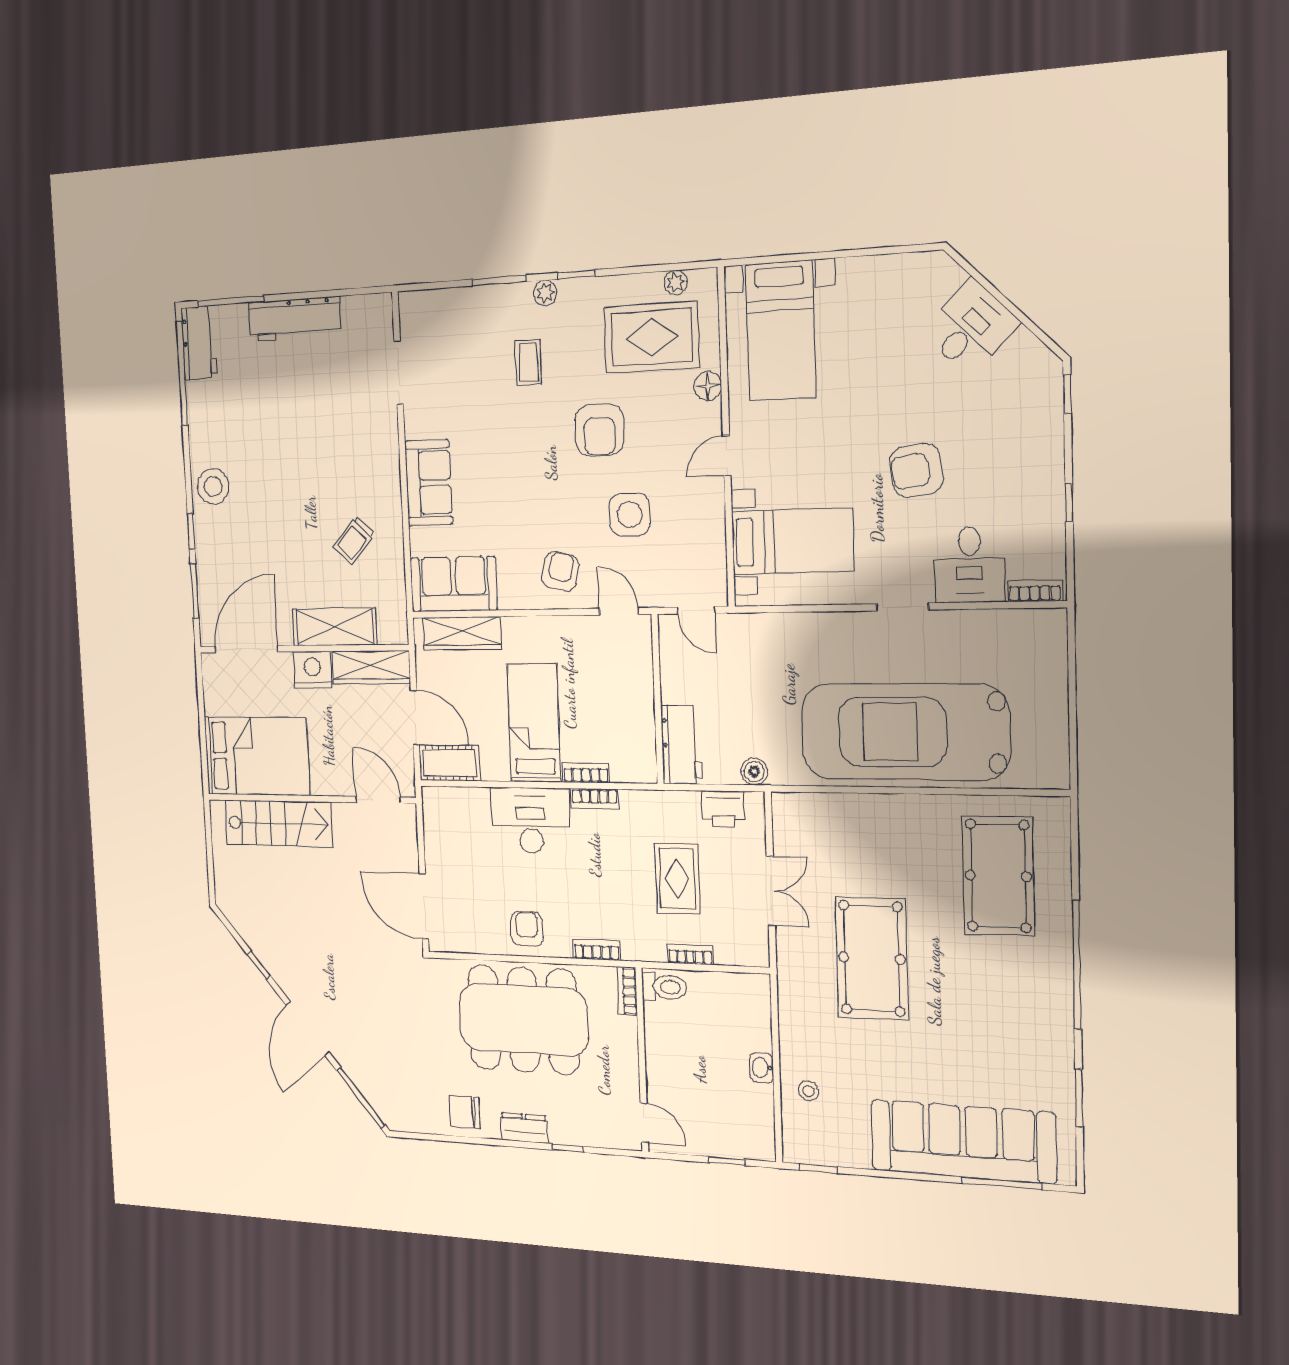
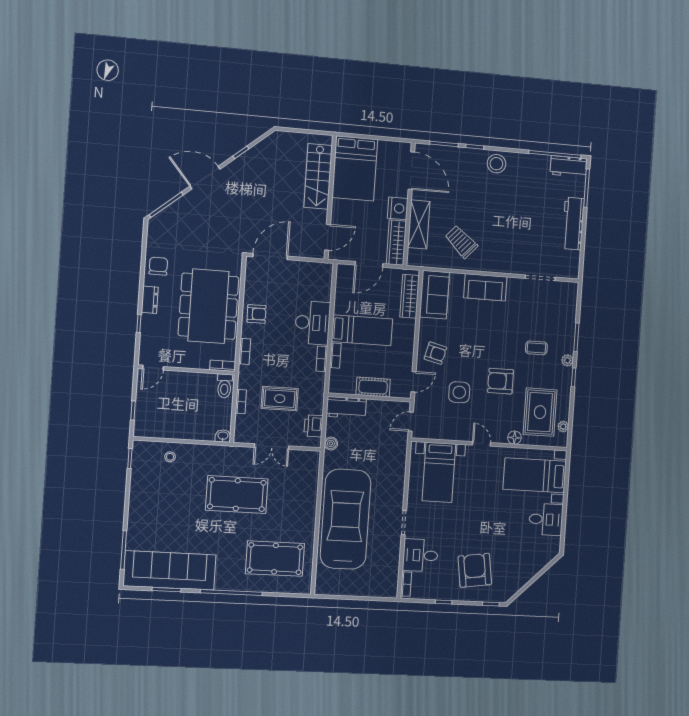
desk: (971, 328) -> (546, 519), moved, turned -45
armchair: (916, 470) -> (475, 570), moved, width x1.36, depth x1.36
trolley: (354, 540) -> (461, 242), width x1.36, depth x1.39
cot: (449, 763) -> (373, 387), moved, turned 90
washbasin: (762, 1068) -> (223, 436), moved
sofa: (963, 1141) -> (170, 570), moved, turned -90

